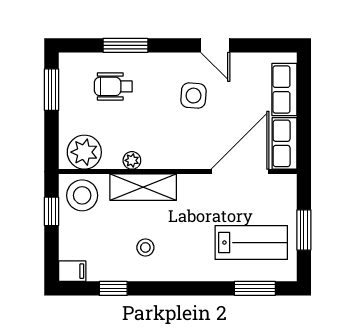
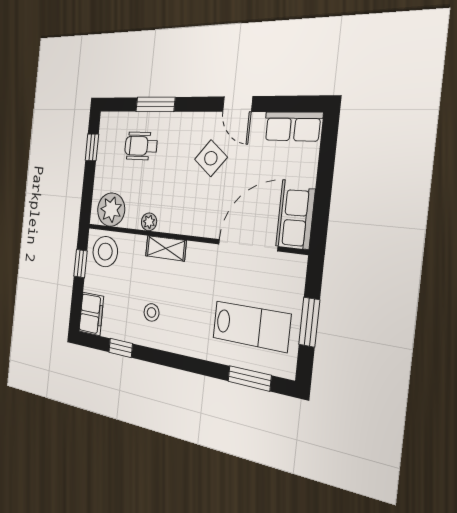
row of seats: (284, 89) -> (293, 126), moved, turned -90
window: (52, 90) -> (92, 147), width x0.67
side table: (193, 96) -> (211, 158), turned 35
shelving: (143, 187) -> (166, 248), width x0.67, depth x0.75
filing cabinet: (72, 271) -> (91, 314), width x2.00

